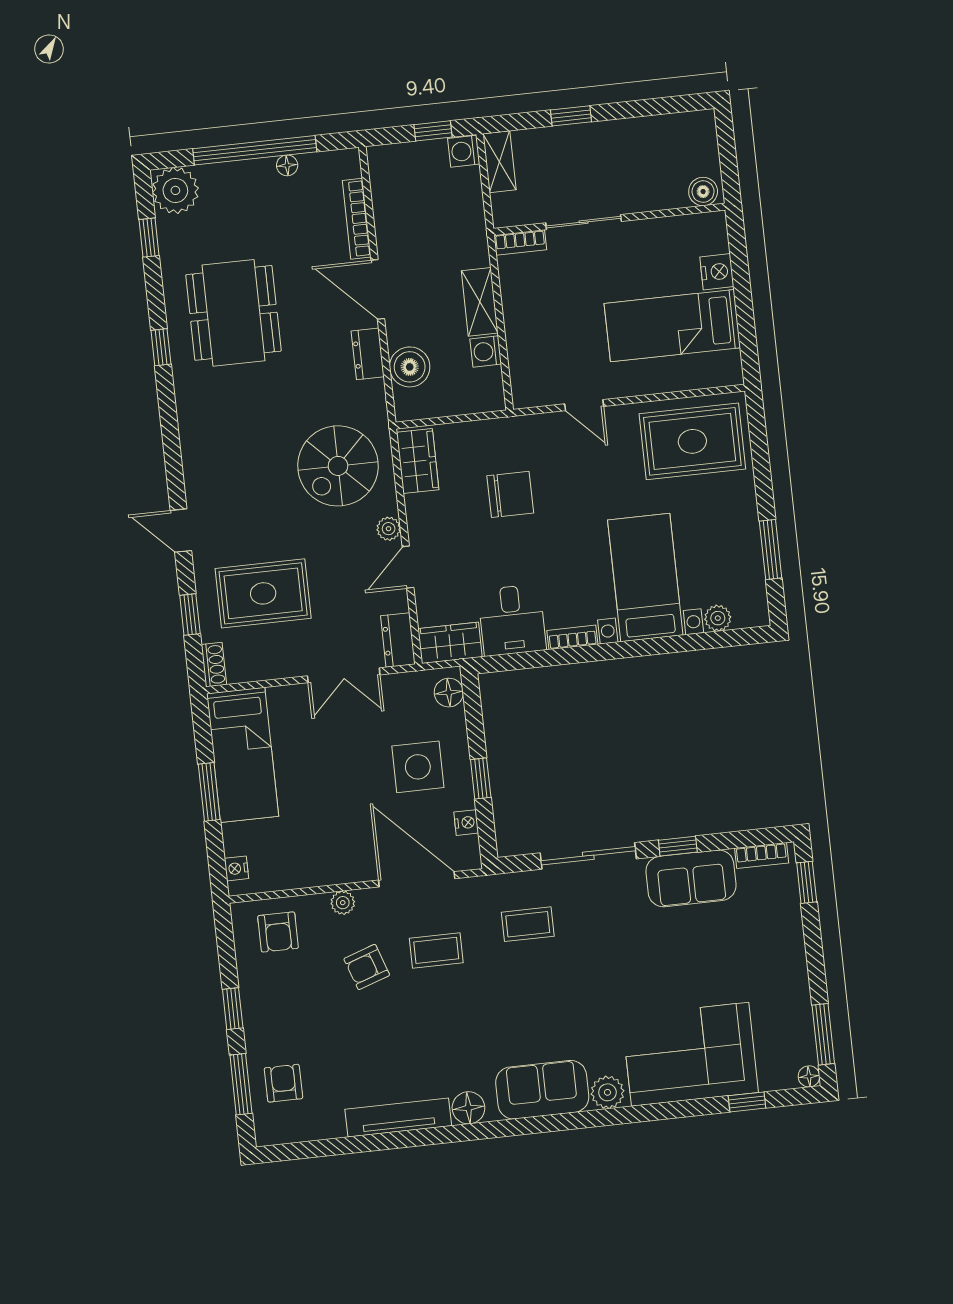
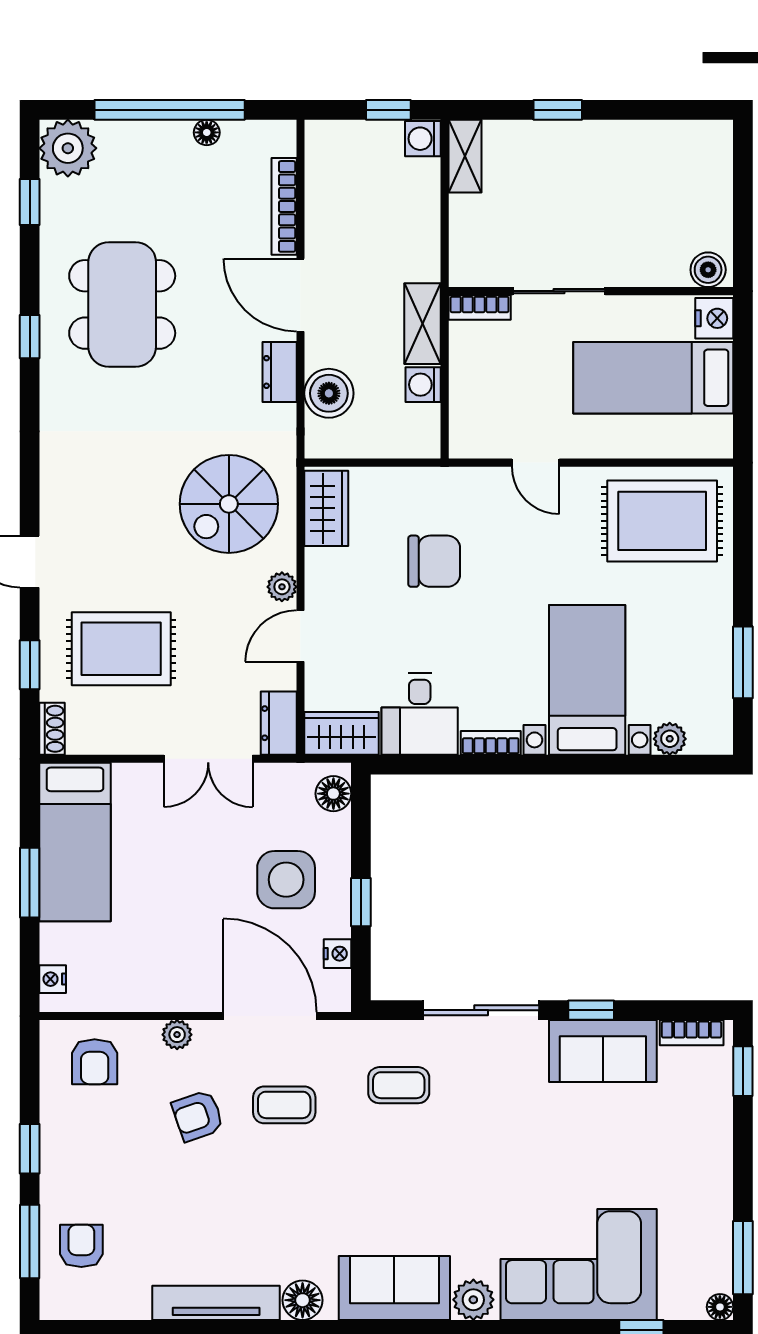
boiler: (703, 192) -> (708, 270), moved
wall: (609, 219) -> (591, 291), moved
sliding door: (584, 222) -> (559, 291), moved
bookcase: (520, 242) -> (480, 307), moved

